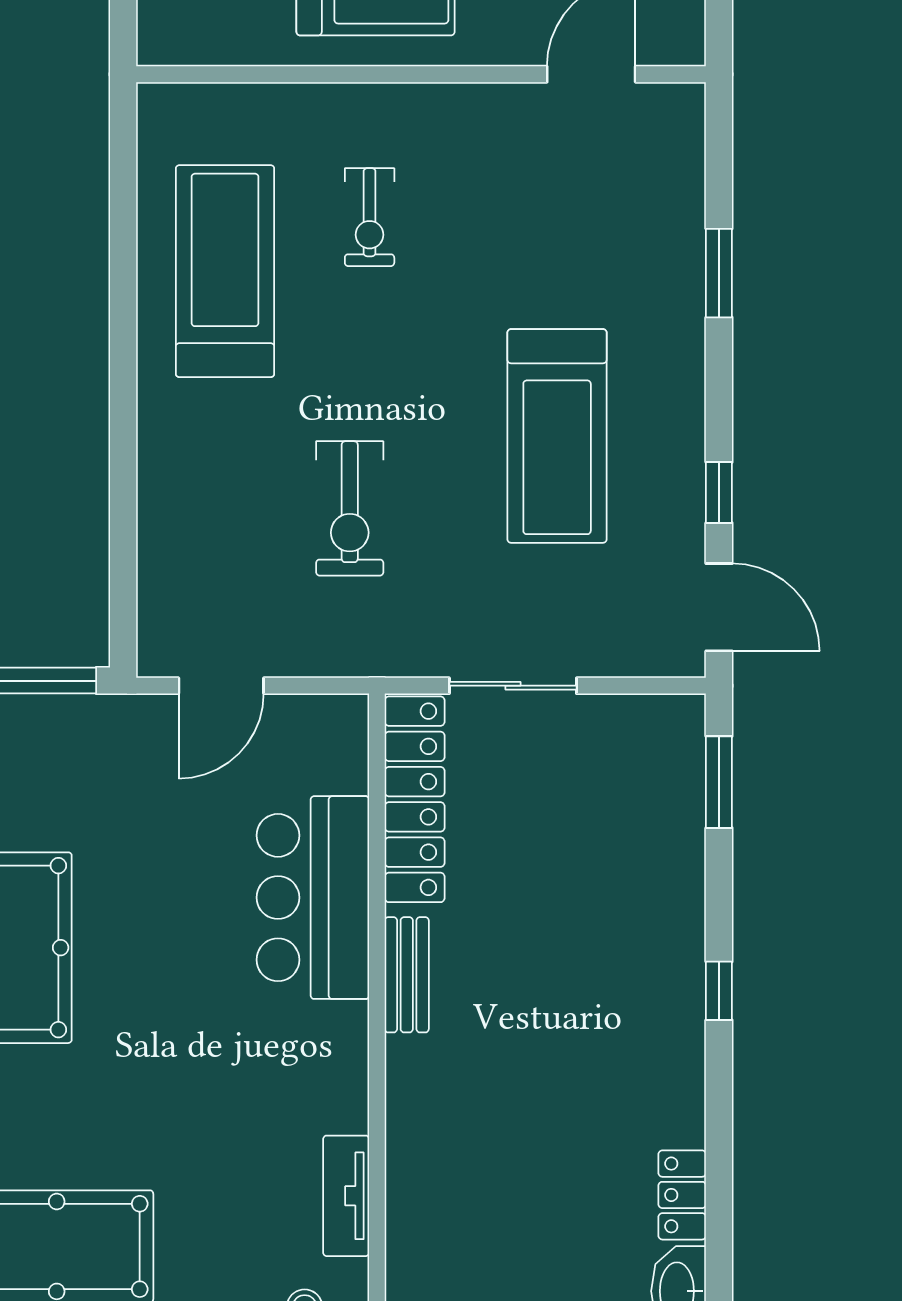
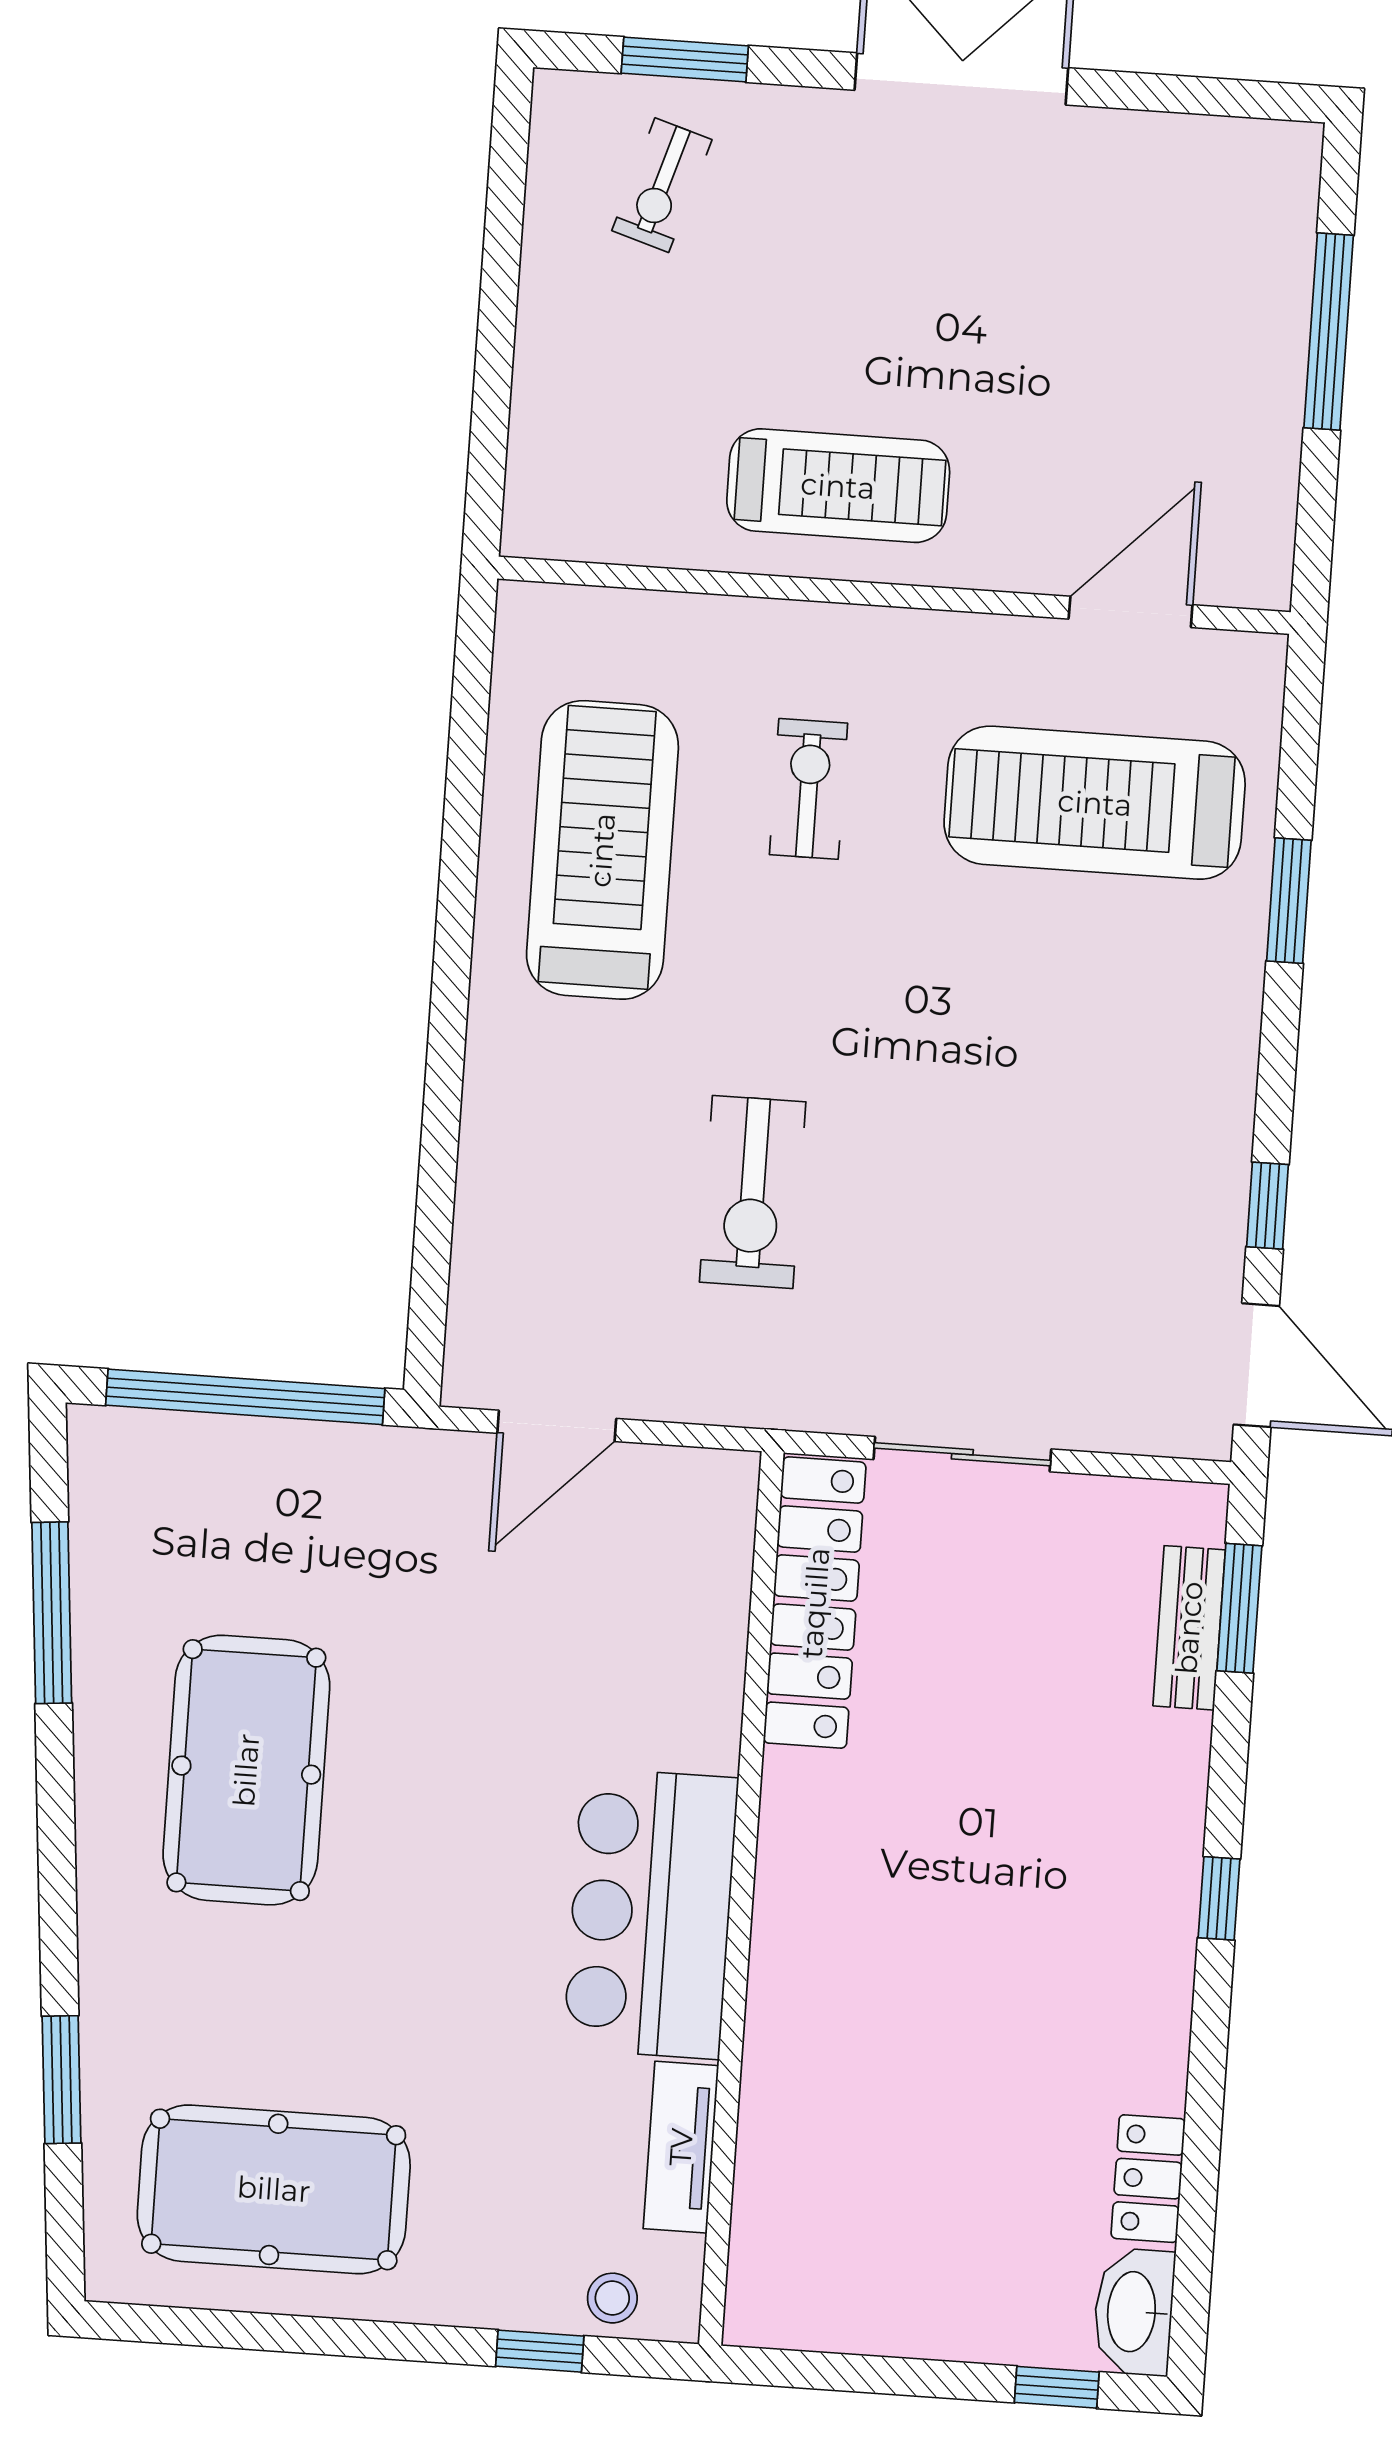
exercise bike: (370, 217) -> (809, 789), turned 180
treadmill: (557, 436) -> (1095, 803), moved, turned 90
bar counter: (313, 898) -> (651, 1913), moved
bench: (407, 975) -> (1189, 1628), moved

